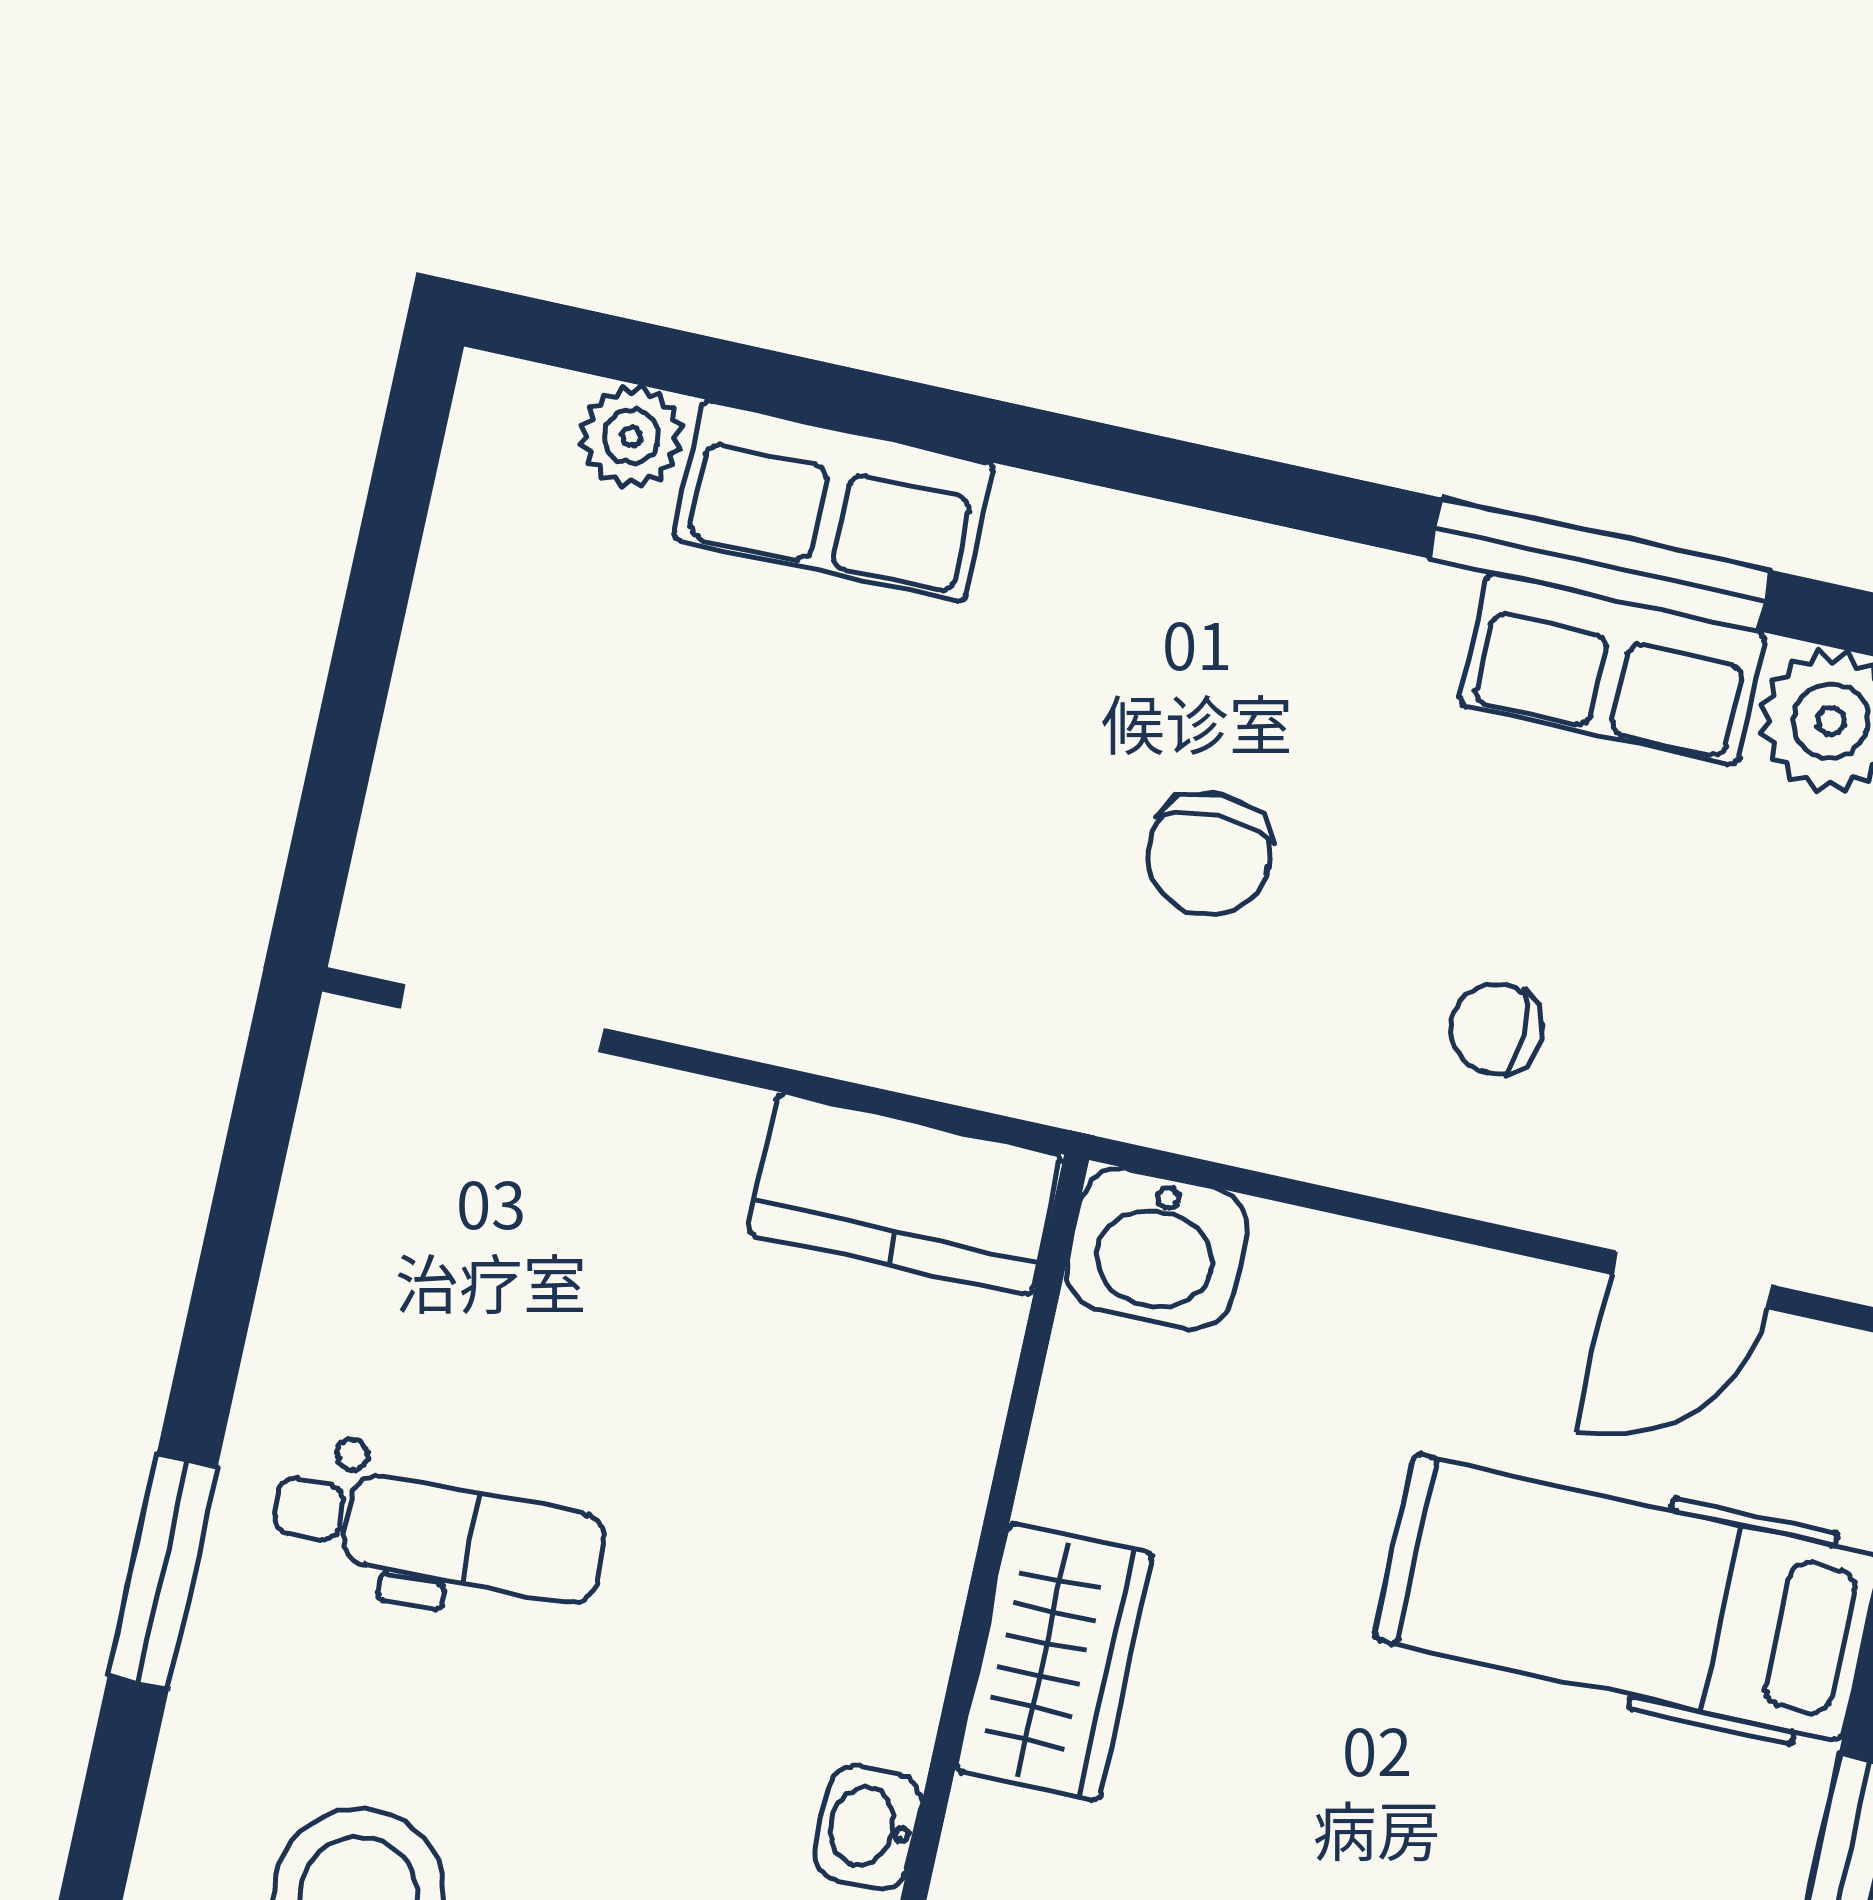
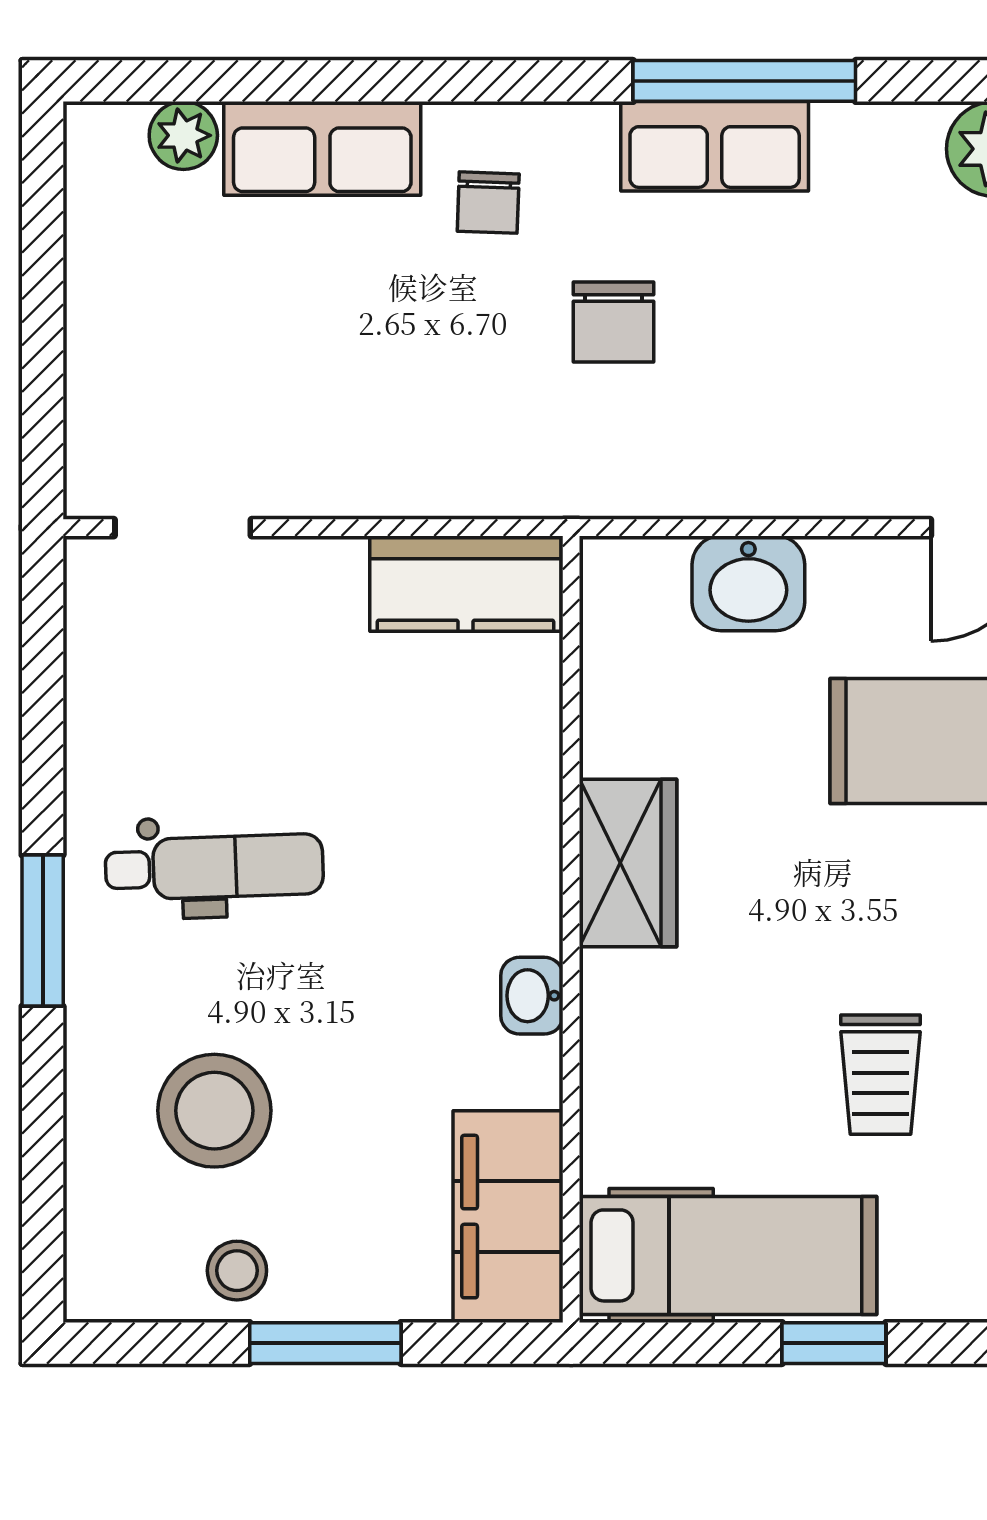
window: (1600, 564) -> (744, 81), moved
row of seats: (1612, 669) -> (715, 146), moved
chair: (1497, 1029) -> (488, 203), moved, turned -88
washbasin: (1157, 1249) -> (748, 583), moved

